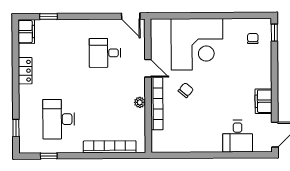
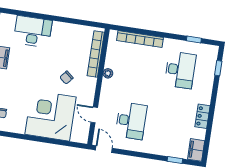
desk: (105, 53) -> (131, 121), width x1.37
door: (148, 68) -> (94, 115), moved
bookcase: (157, 104) -> (96, 54), moved
desk: (238, 136) -> (33, 31), width x1.37

